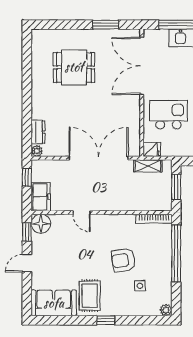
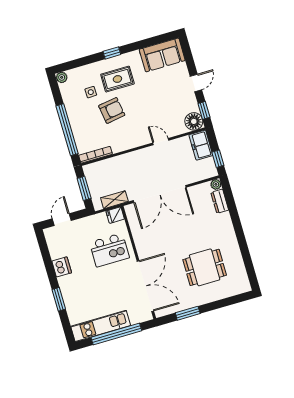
rug: (90, 296) -> (117, 79), moved, turned 90

